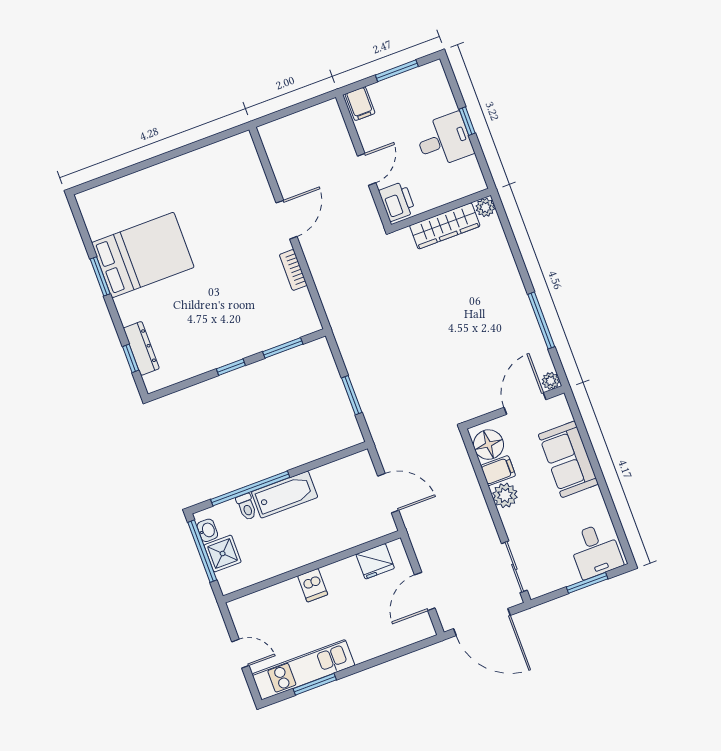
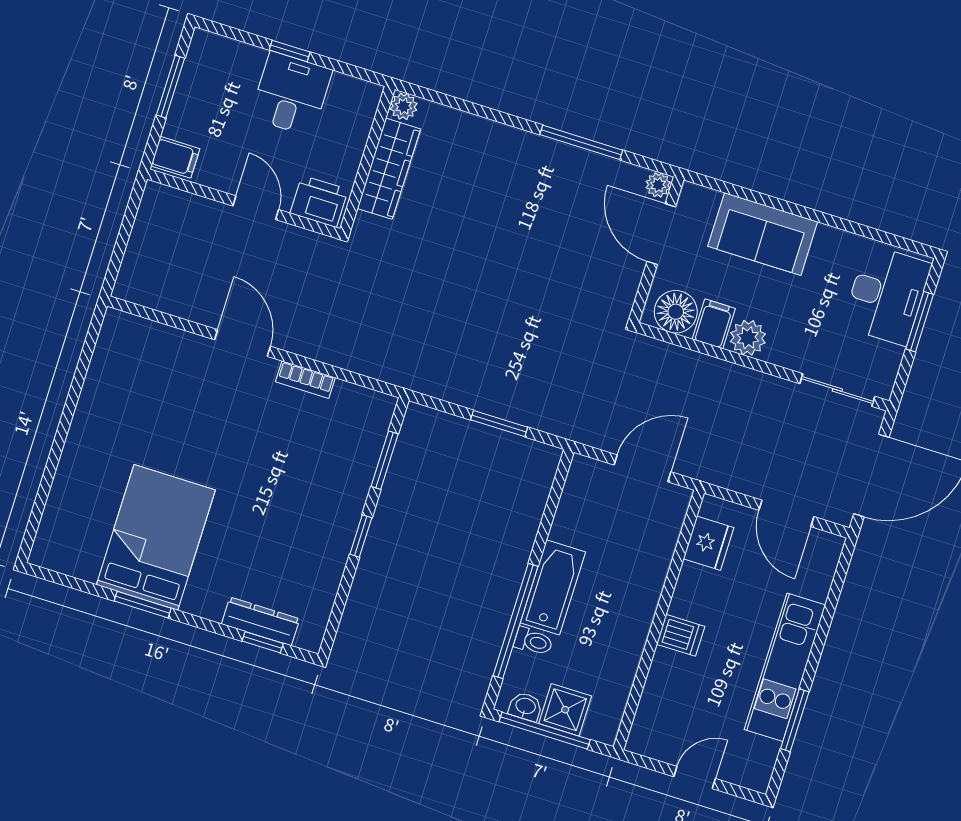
desk: (595, 551) -> (887, 295), width x1.37
kitchen unit: (303, 670) -> (785, 667), moved

